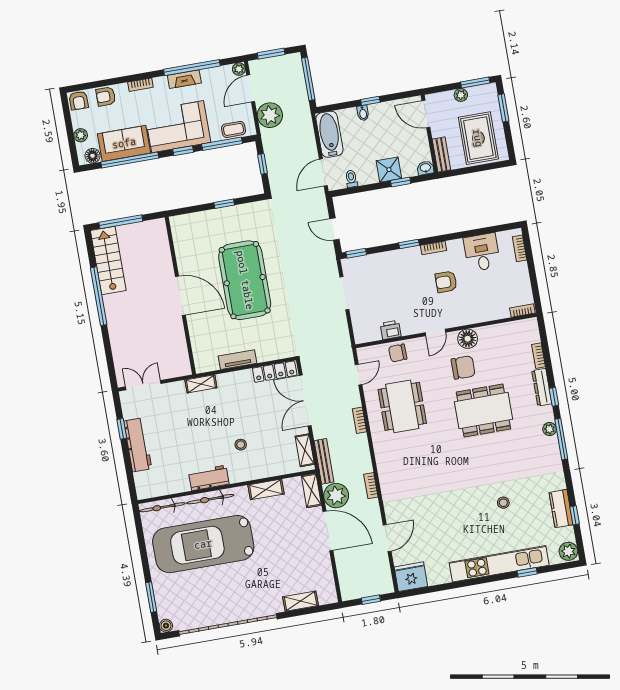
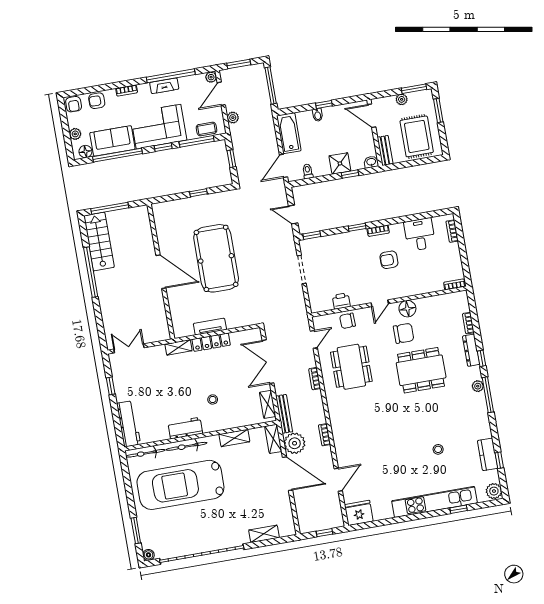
plant: (270, 115) -> (233, 118), width x0.53, depth x0.53
locker: (275, 372) -> (211, 342), moved
workbench: (138, 445) -> (128, 424), moved

